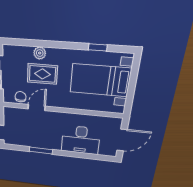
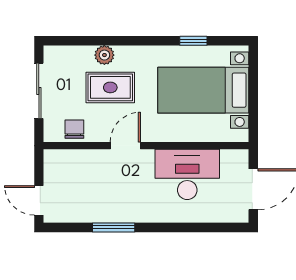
door: (37, 107) -> (125, 146), moved
desk: (81, 140) -> (187, 174), moved, turned 180

